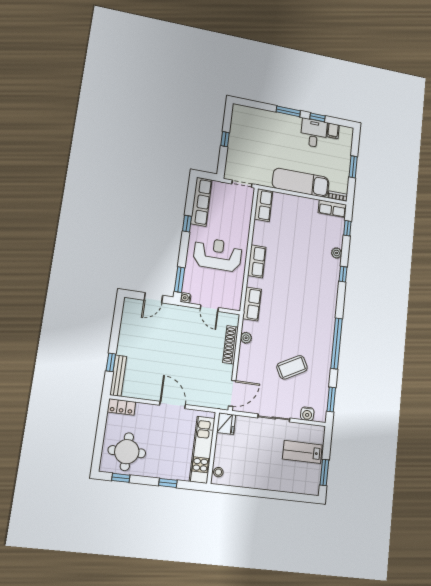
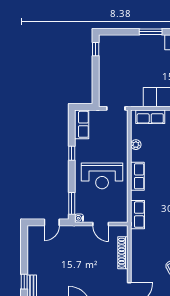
window: (225, 139) -> (96, 49), moved
row of seats: (201, 202) -> (82, 124), width x0.68
row of seats: (263, 205) -> (150, 117), moved, turned 90
reception desk: (218, 254) -> (102, 176), turned 180
plant: (246, 338) -> (136, 145), moved

